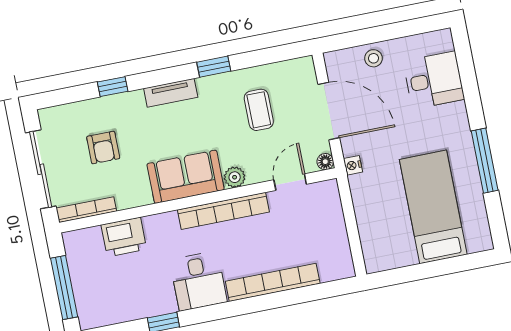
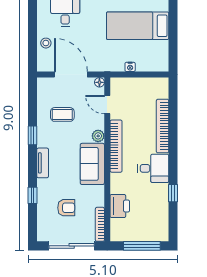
door: (329, 111) -> (71, 75), hinge flipped
nightstand: (353, 165) -> (130, 67), moved

